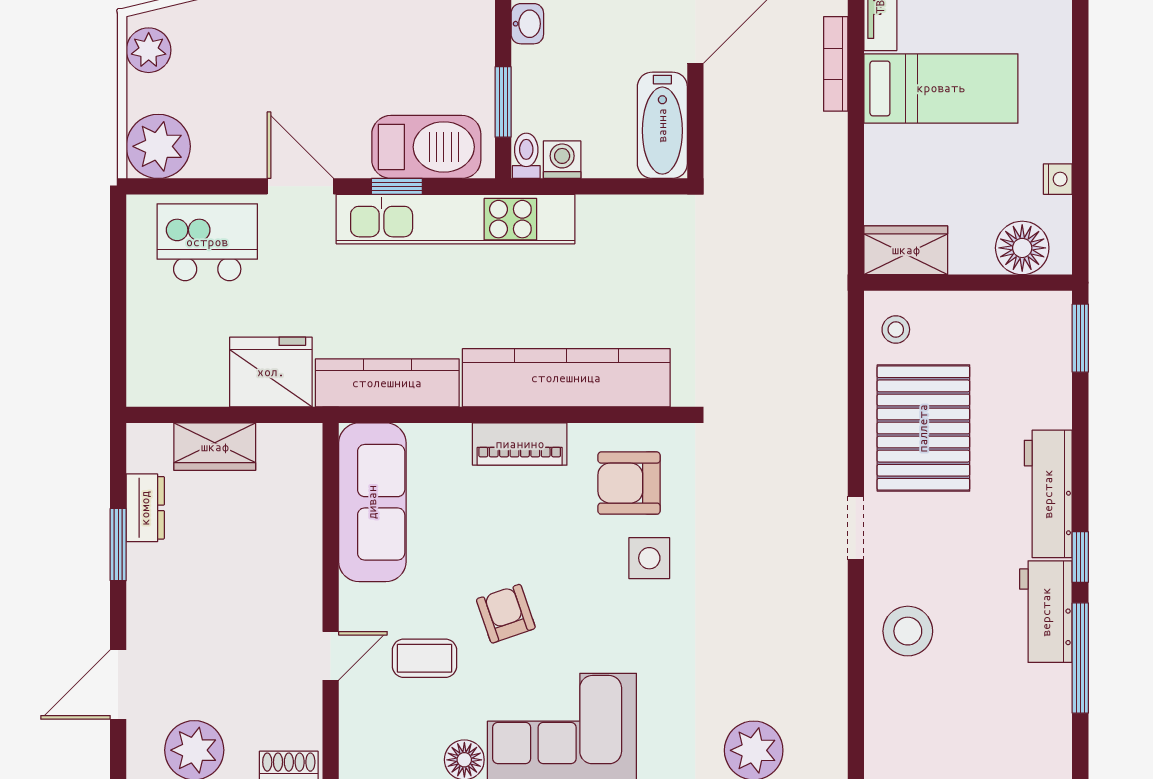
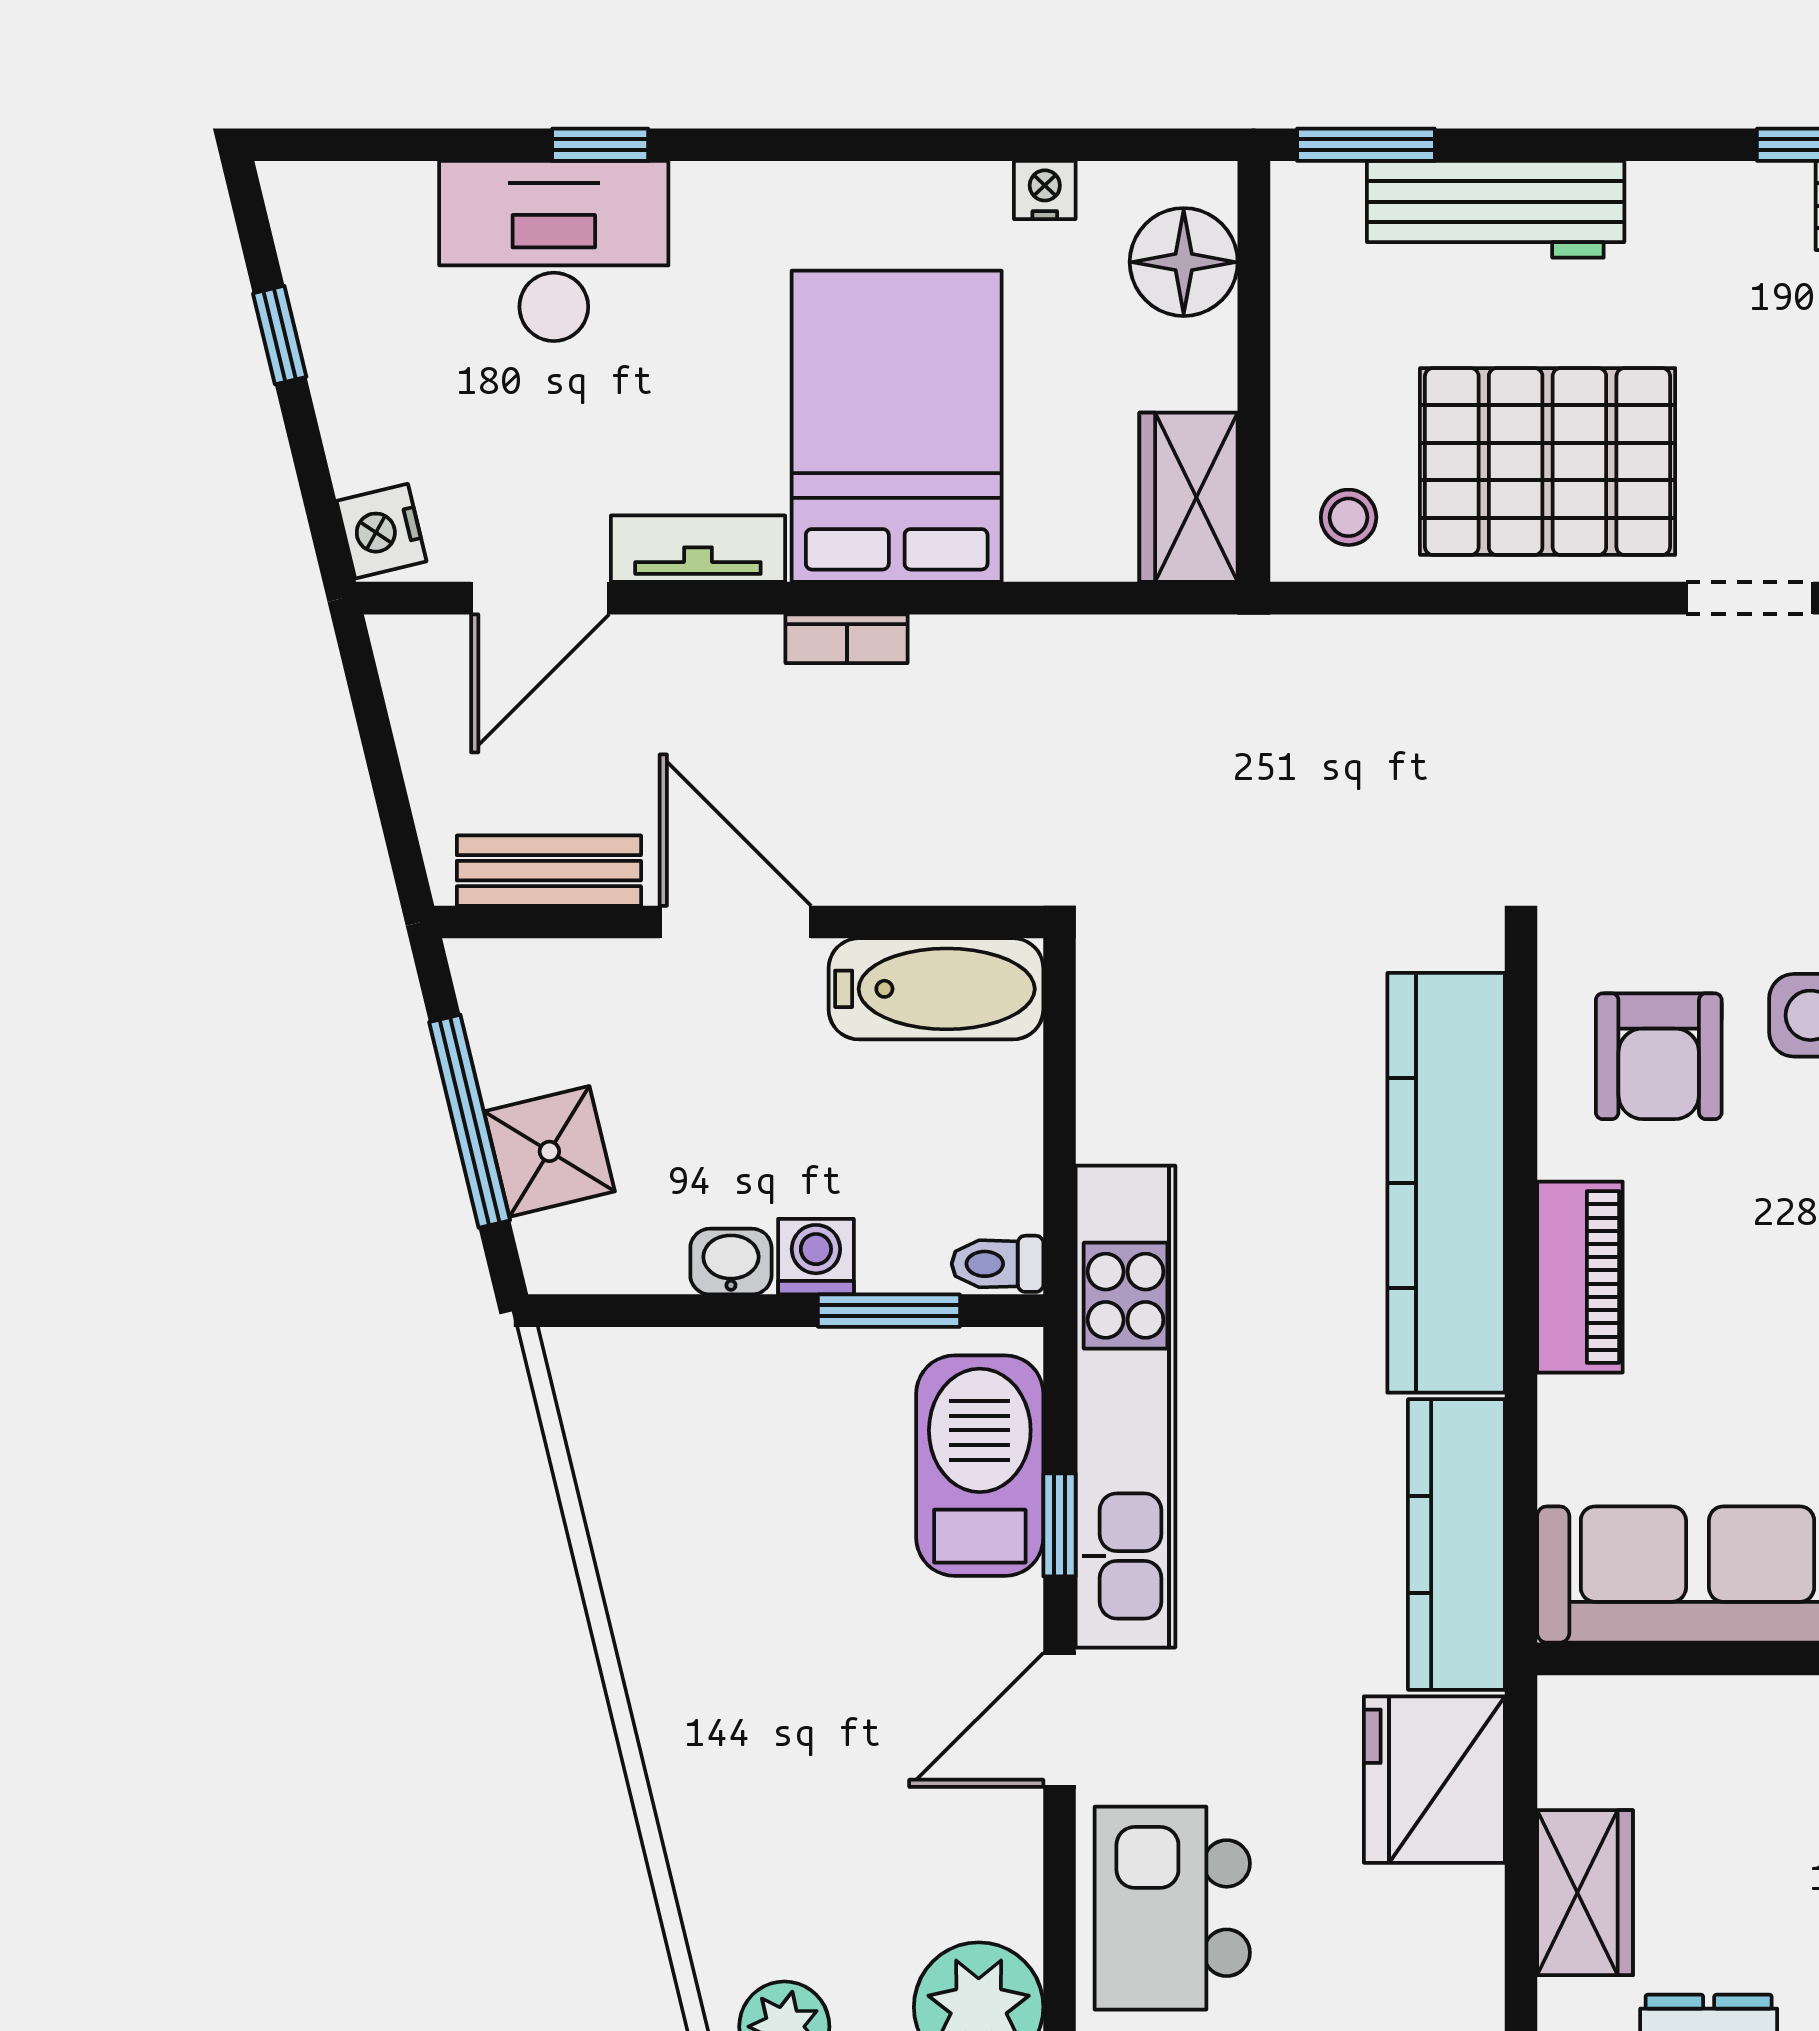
bookcase: (836, 64) -> (847, 639), width x0.64
bed: (941, 88) -> (897, 426), width x1.50
washing machine: (562, 160) -> (816, 1257), moved, turned 90
workbench: (1048, 494) -> (1496, 209), moved

